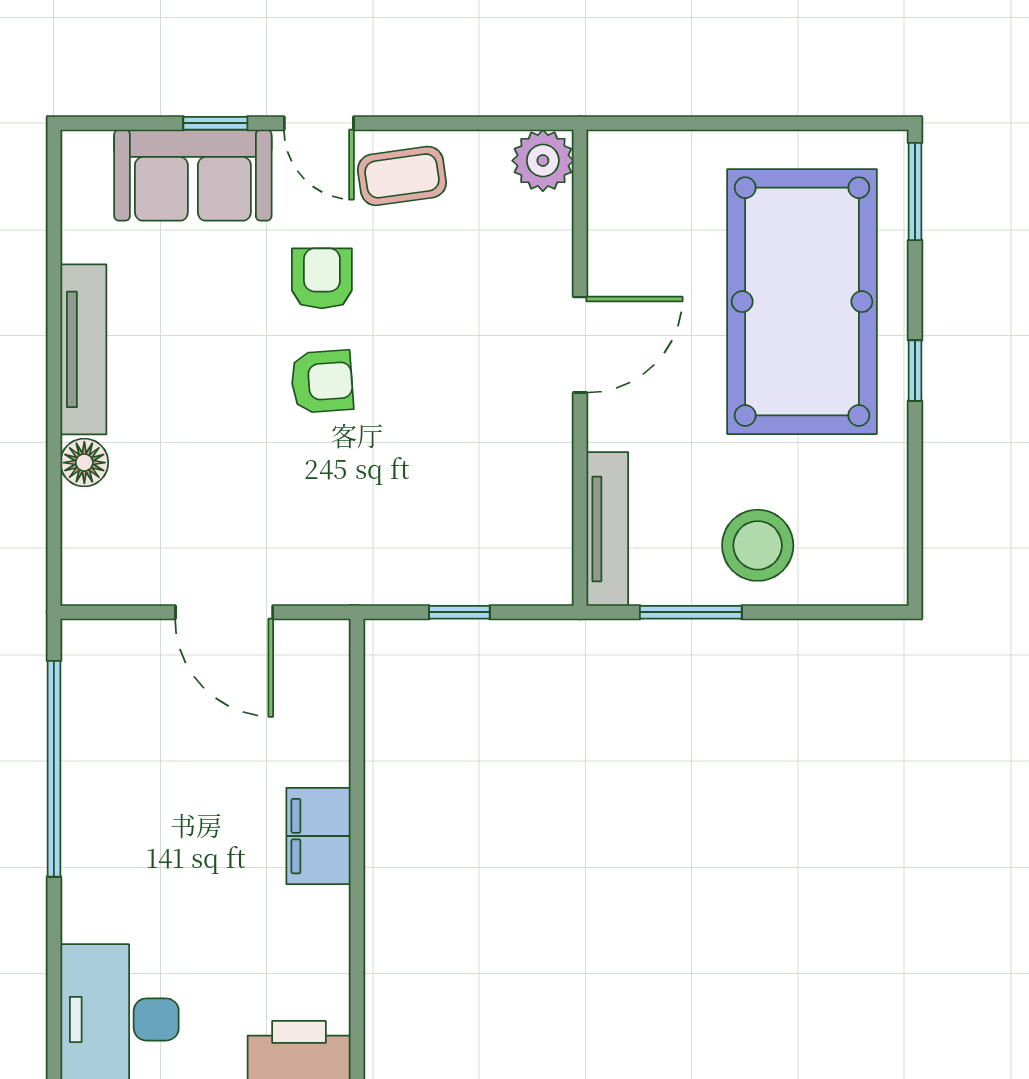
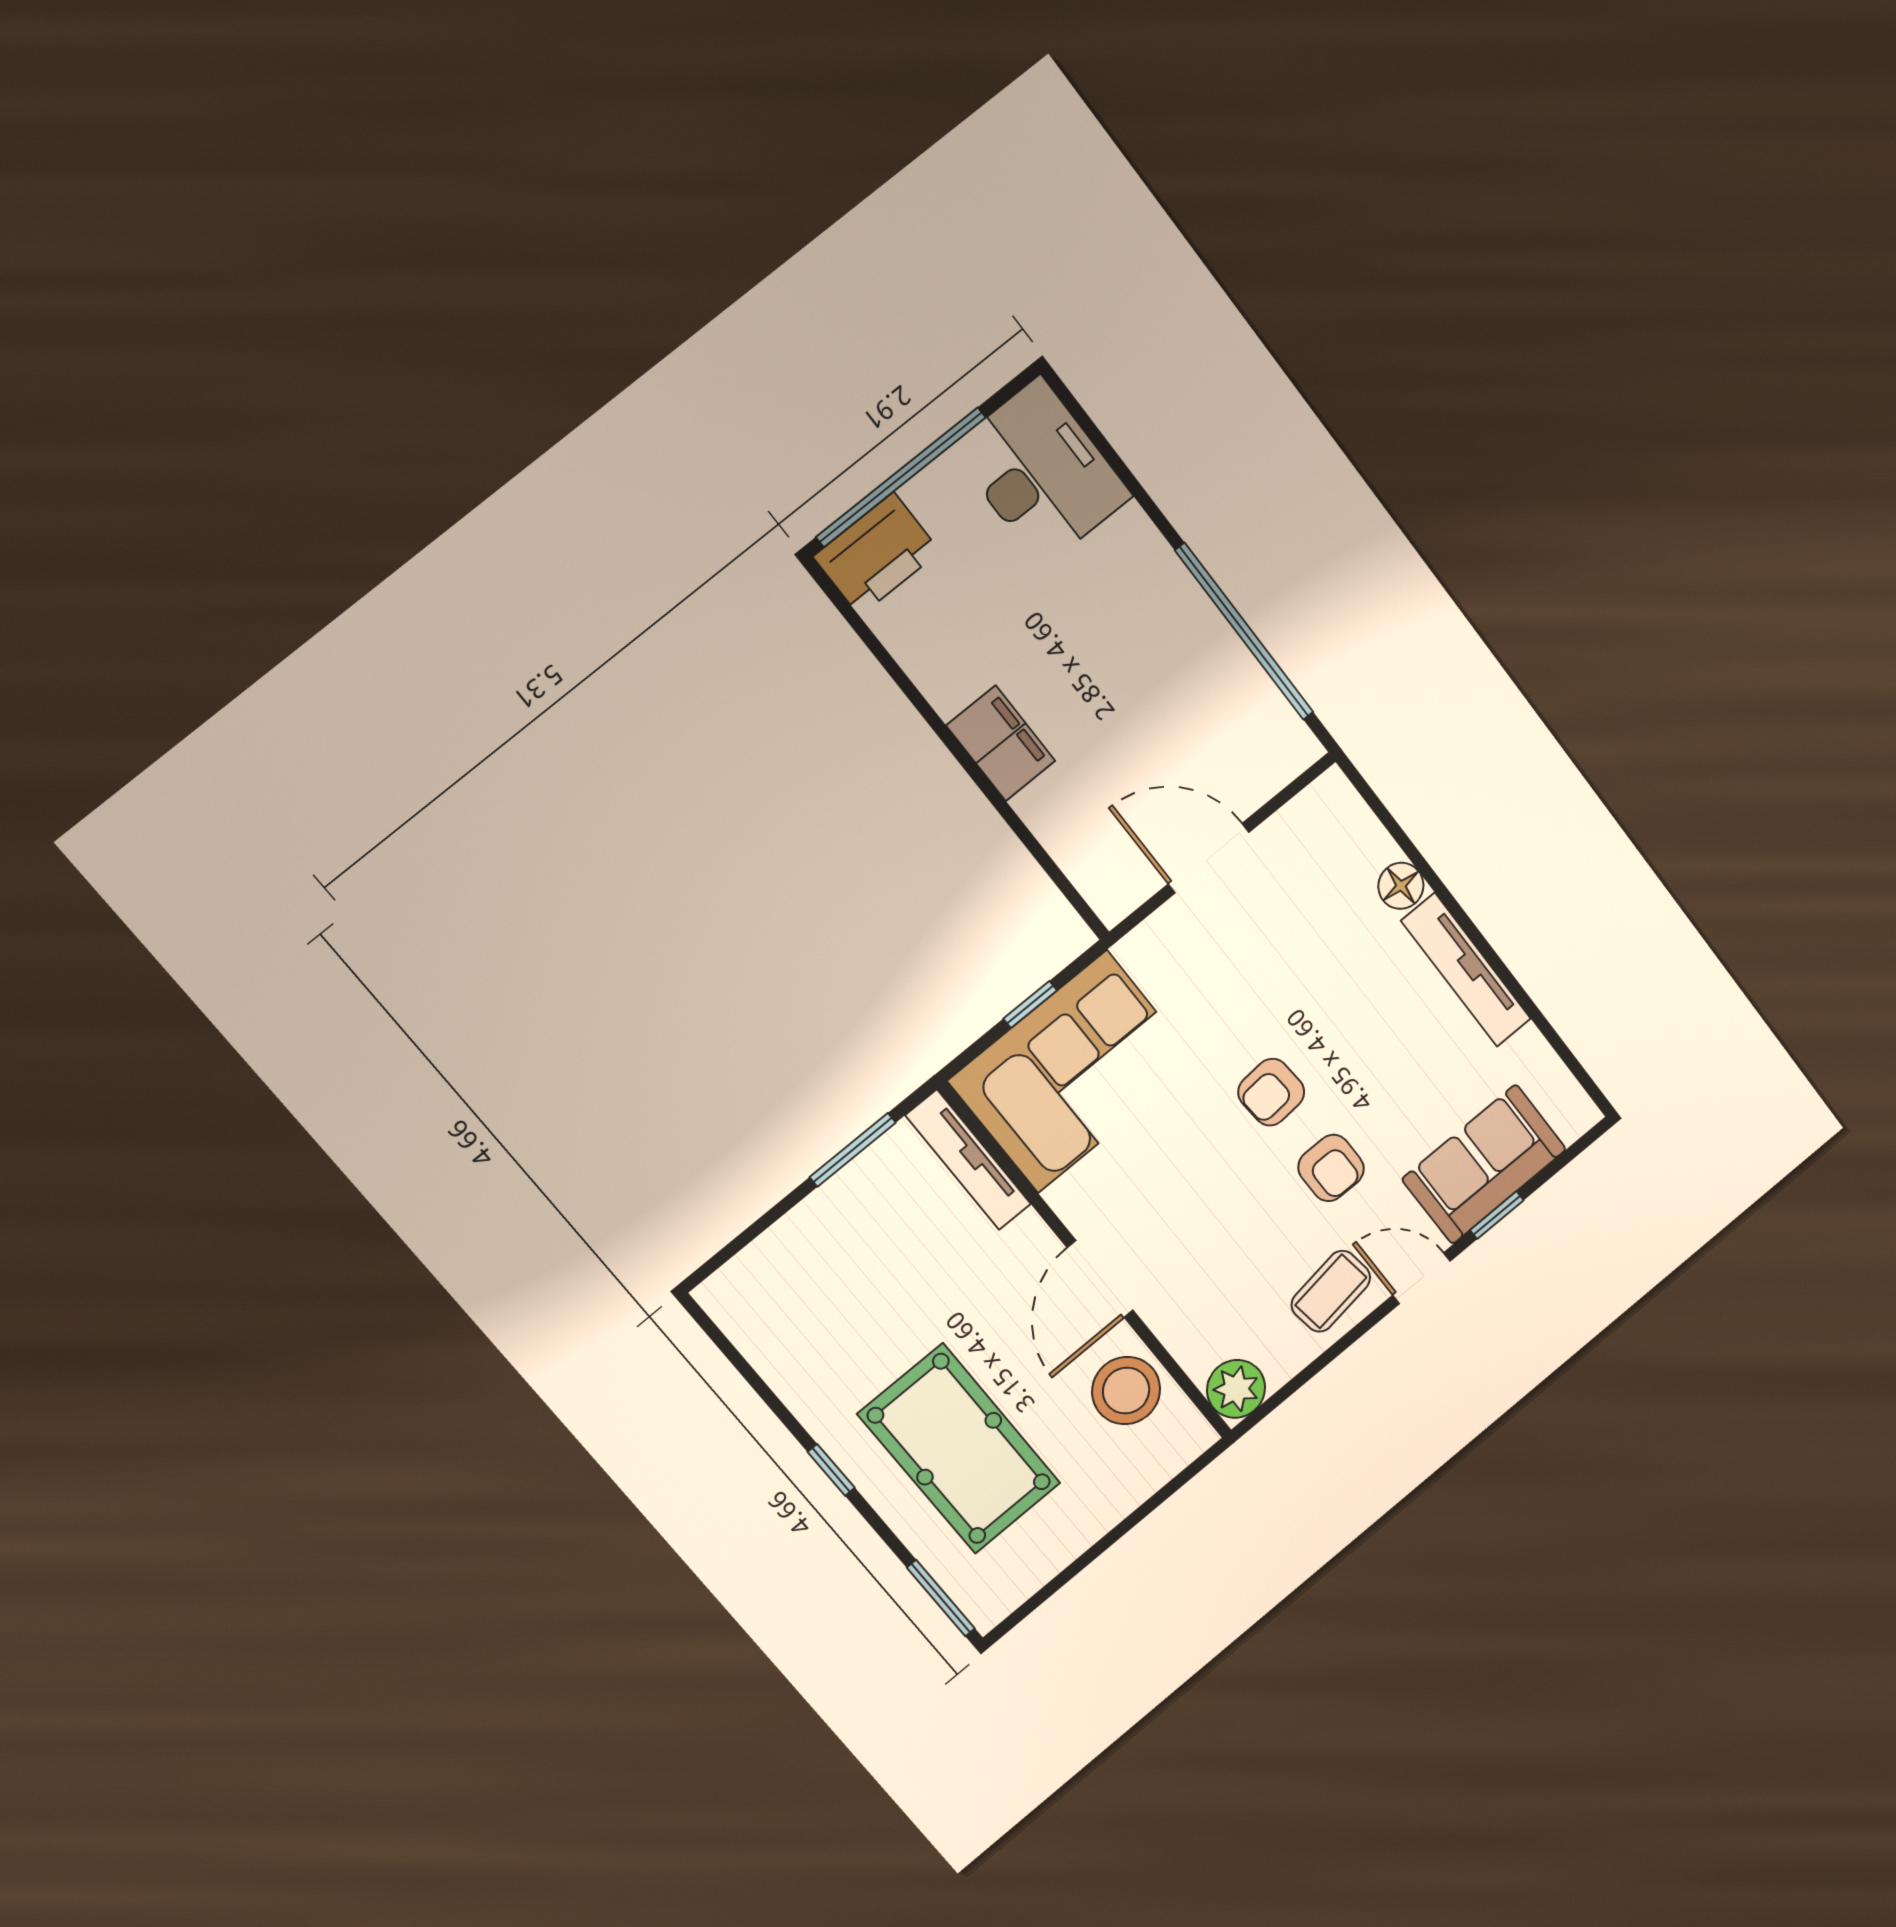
pool table: (802, 302) -> (959, 1449), width x0.73, depth x0.76
corner sofa: (469, 531) -> (1072, 1072), added
stool: (758, 545) -> (1126, 1391), moved

